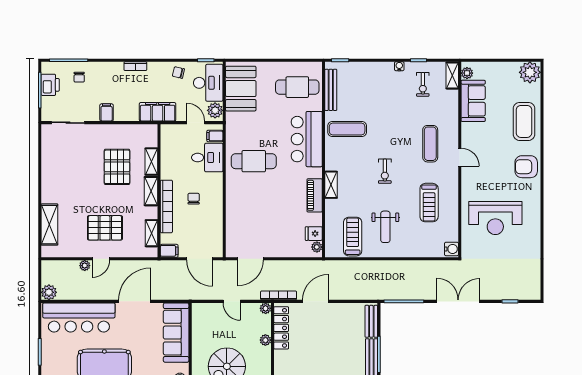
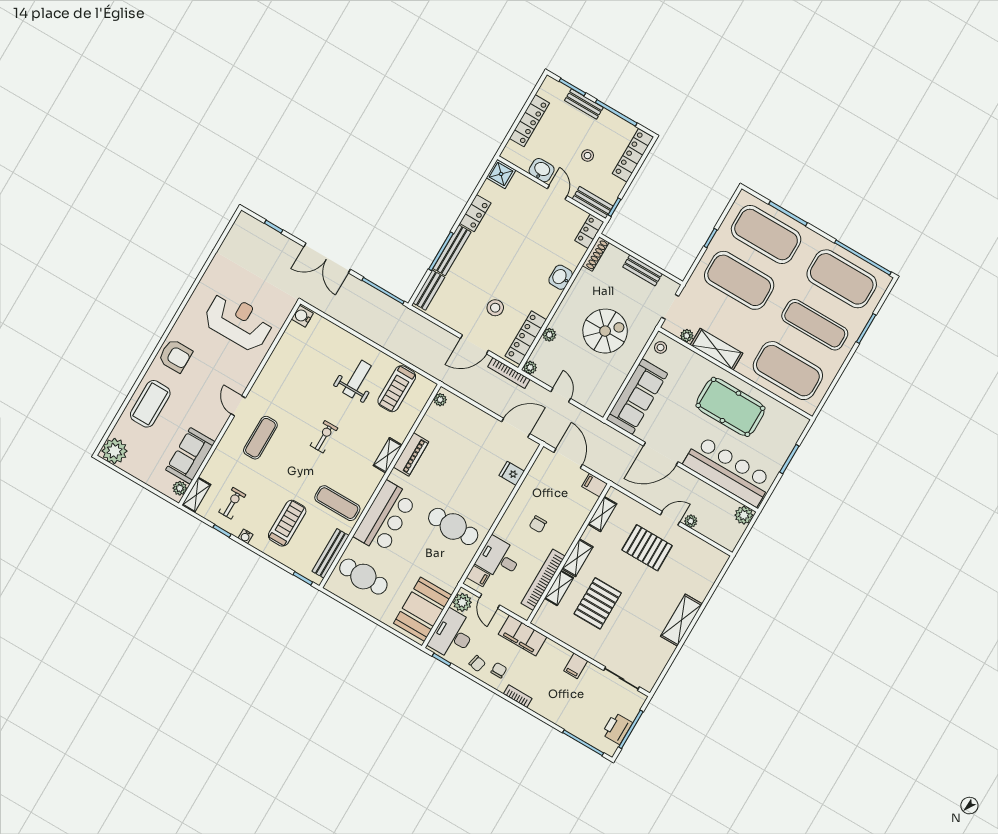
chair: (79, 77) -> (499, 670), moved
treadmill: (429, 203) -> (287, 523), moved
bookcase: (166, 206) -> (543, 580), moved
shelving: (49, 225) -> (681, 620), moved
fridge: (314, 234) -> (512, 473), moved, turned 180
stool: (316, 337) -> (495, 308), added

